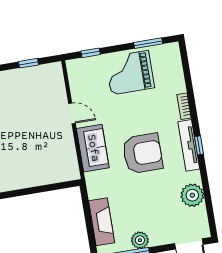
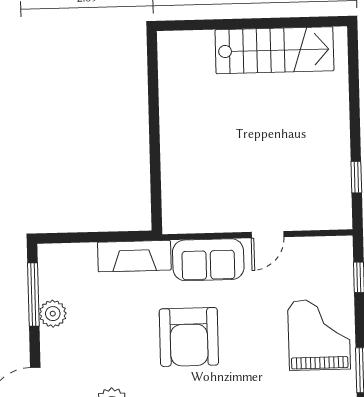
fireplace: (102, 222) -> (134, 256), moved

